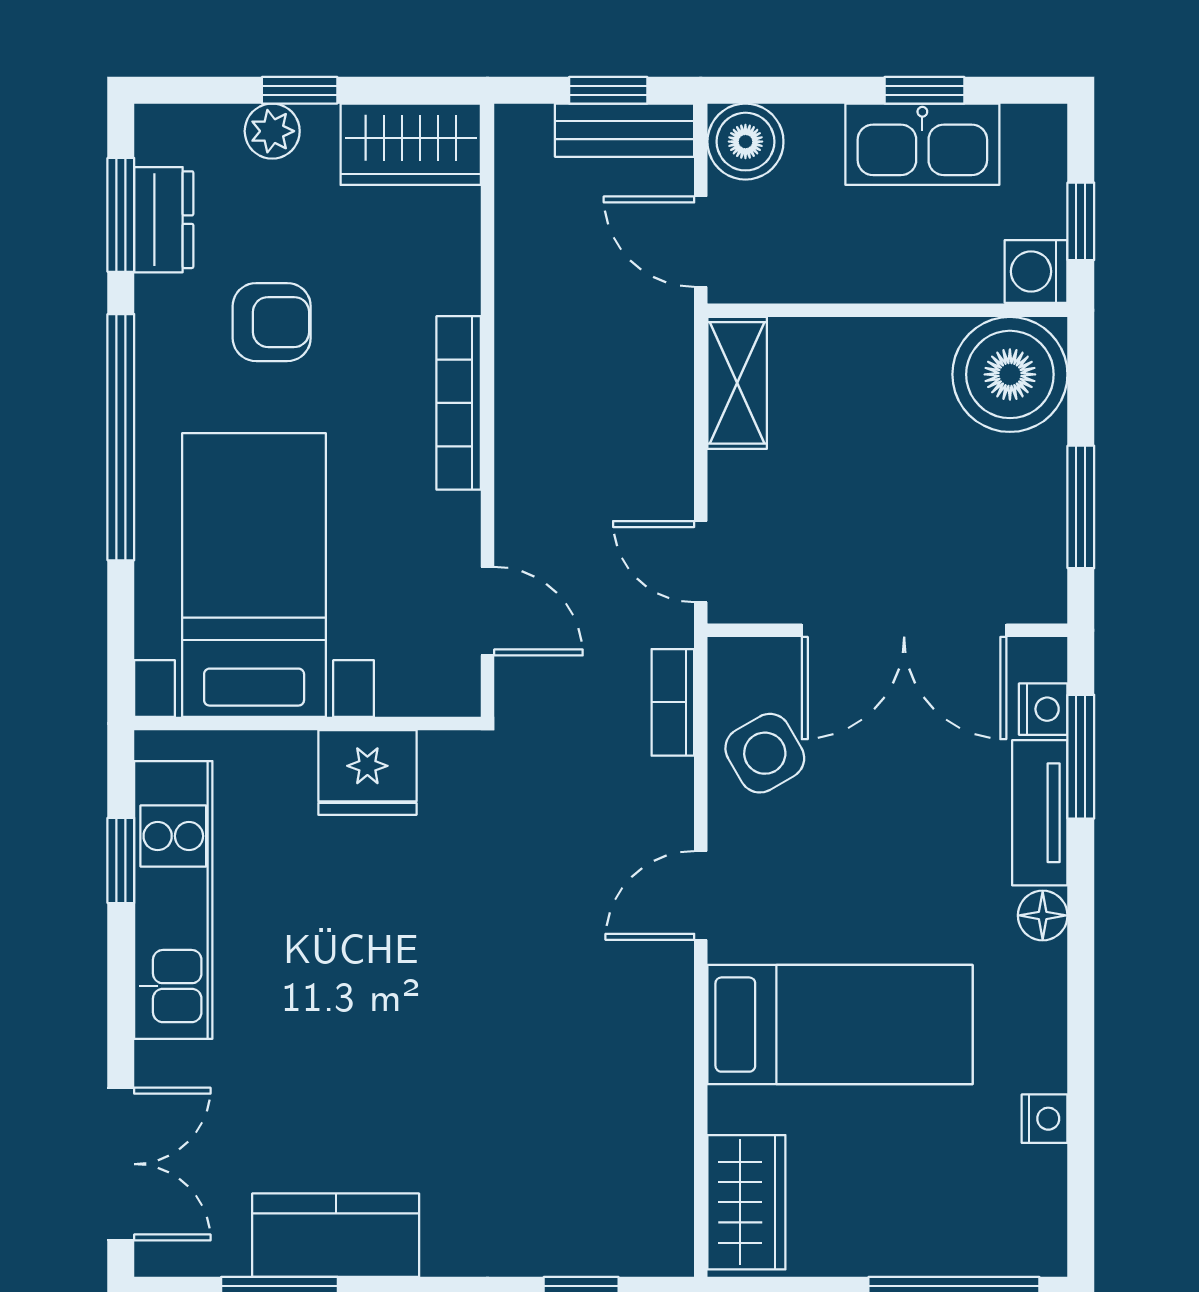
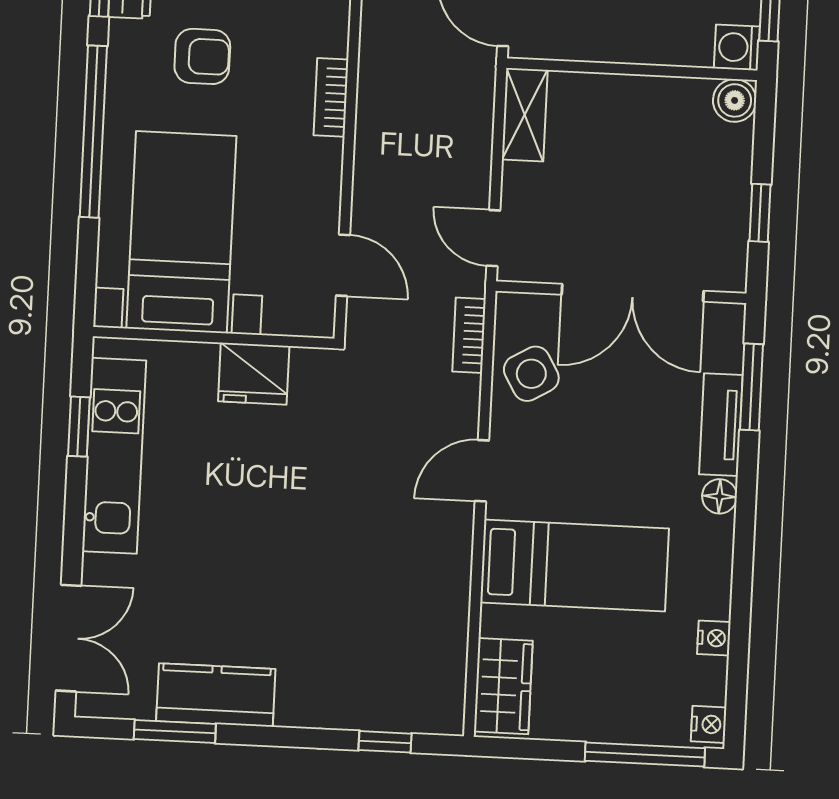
boiler: (1010, 374) -> (735, 100), width x0.54, depth x0.54
bookcase: (459, 403) -> (331, 97), width x0.64
window: (1081, 507) -> (760, 213), width x0.67
nightstand: (1043, 709) -> (709, 724), moved

